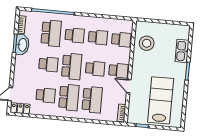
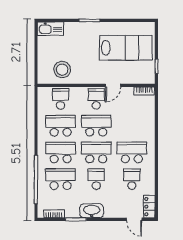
school desk: (75, 35) -> (61, 152), width x1.85
school desk: (98, 37) -> (61, 126), width x1.85
washbasin: (22, 45) -> (92, 211), moved
kitchen sink: (182, 51) -> (50, 29), moved
school desk: (95, 68) -> (96, 126), width x1.85
school desk: (92, 100) -> (132, 126), removed
lab bench: (161, 100) -> (126, 48), turned 180

